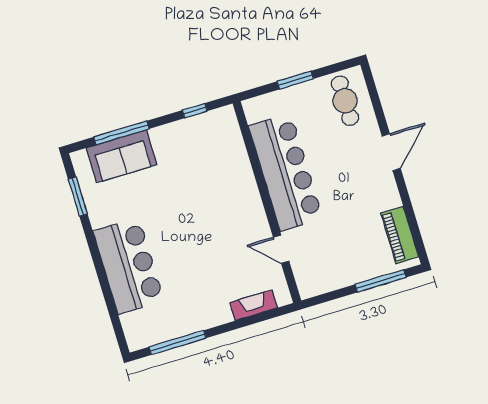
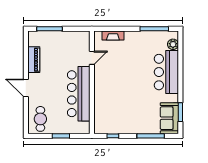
door: (391, 152) -> (26, 88), hinge flipped
sofa: (122, 156) -> (169, 118), moved, turned -90
piano: (400, 235) -> (34, 60), moved
door: (281, 249) -> (92, 58), hinge flipped
plant: (132, 324) -> (173, 44), added

